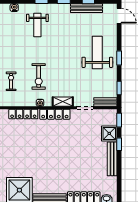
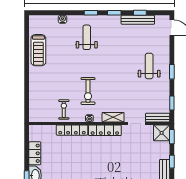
weight bench: (37, 25) -> (87, 37), turned 180
weight bench: (97, 52) -> (149, 66), width x0.73, depth x0.75
exercise bike: (11, 81) -> (64, 109), moved
shower: (109, 133) -> (162, 133), moved

